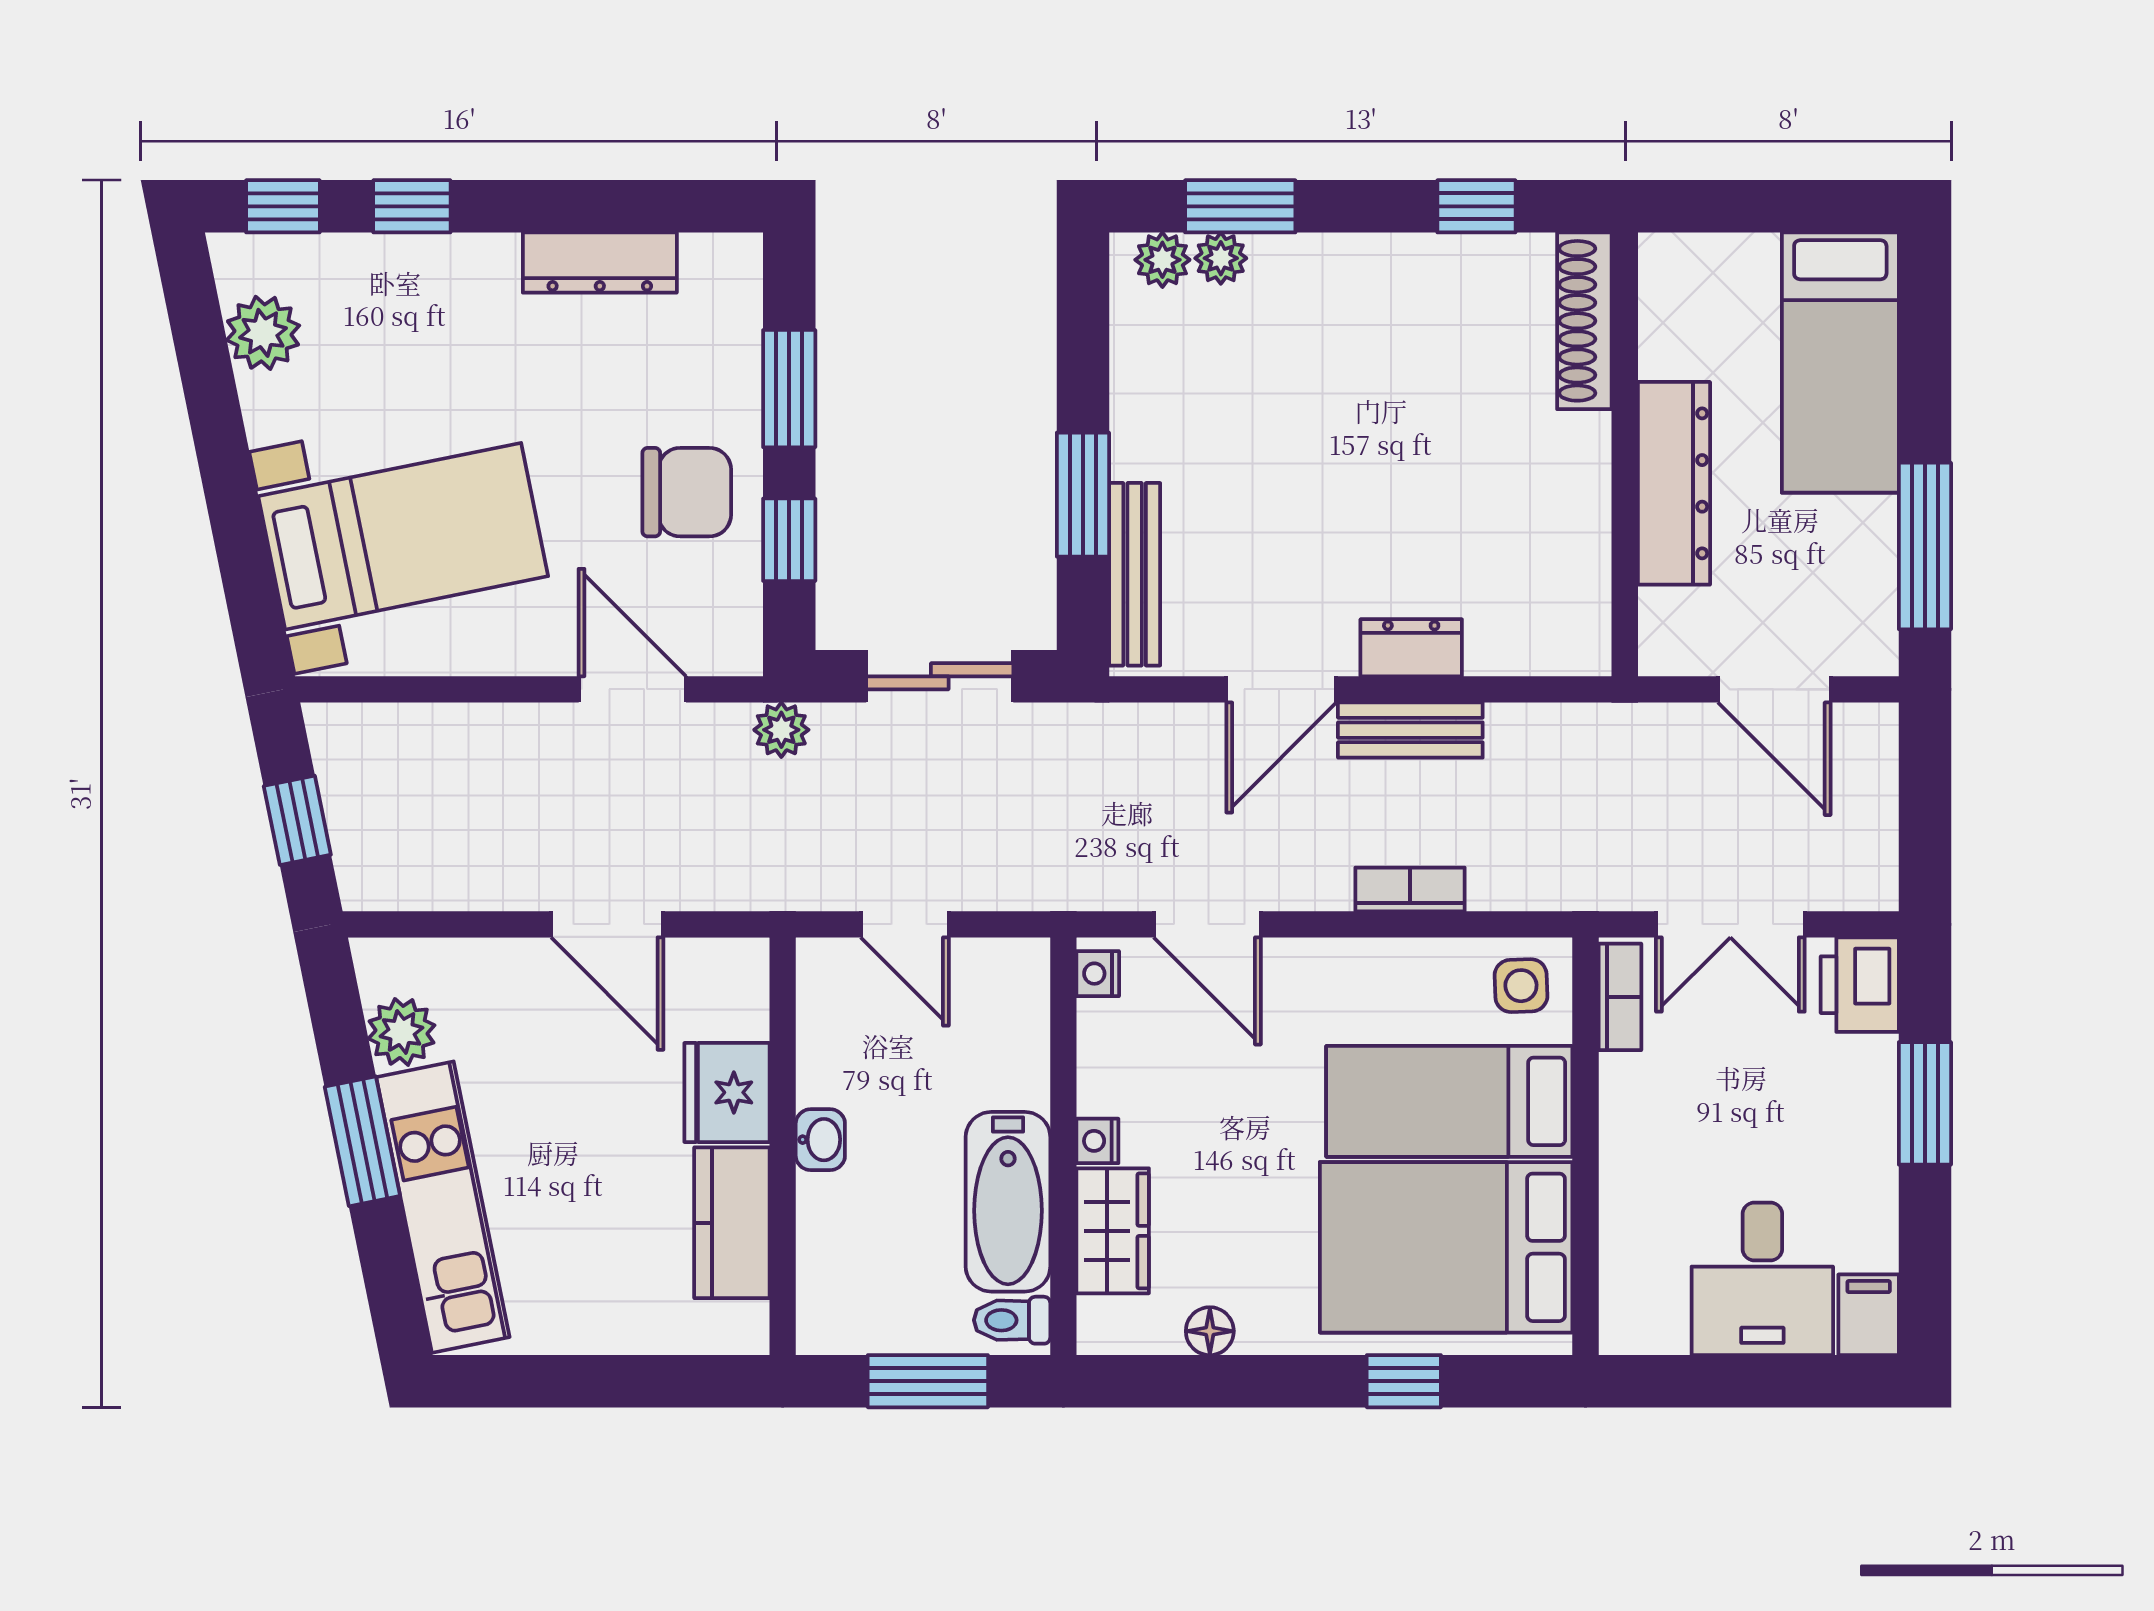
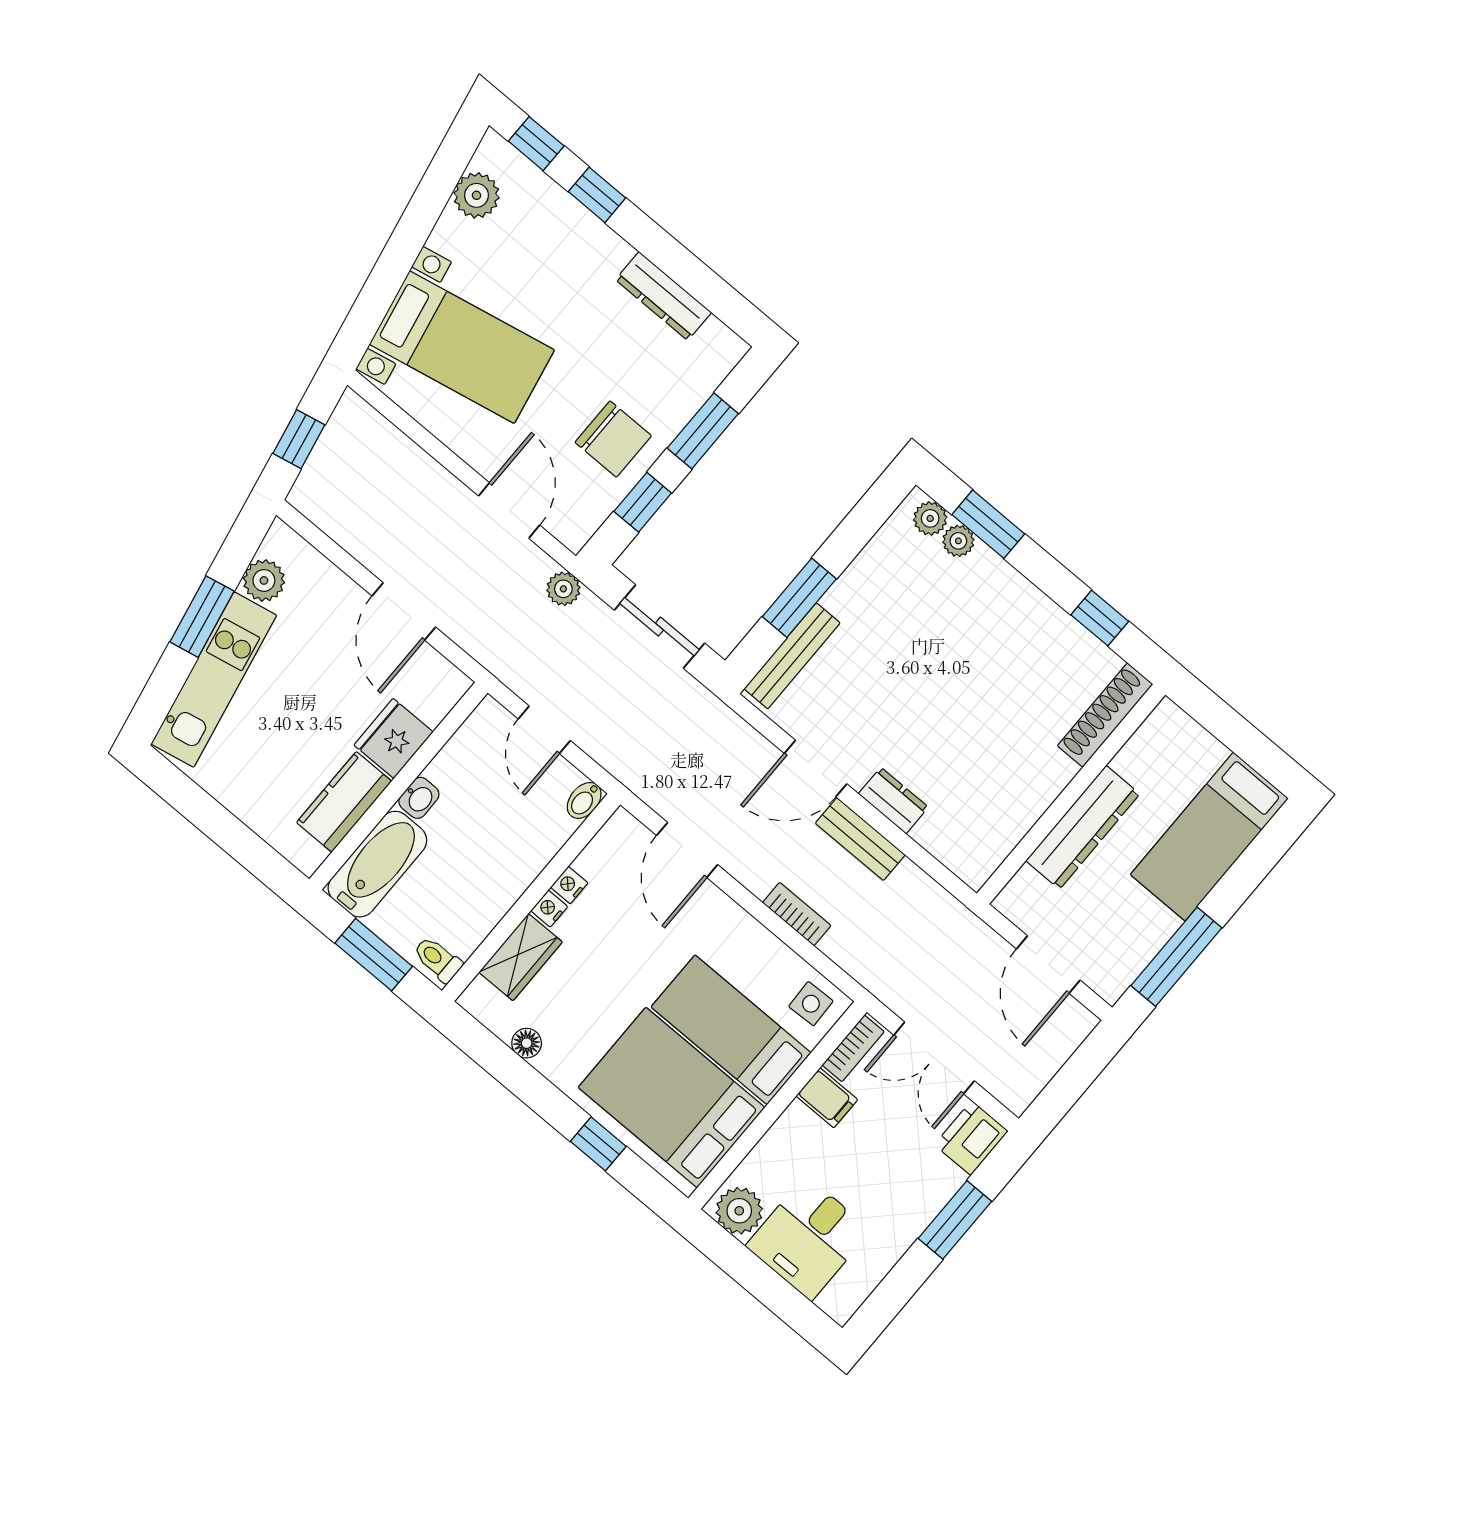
bidet: (1028, 970) -> (584, 800), added
nightstand: (1098, 974) -> (569, 885), moved
bathtub: (1008, 1202) -> (377, 864), moved, turned 180
filing cabinet: (1869, 1315) -> (827, 1098), moved, turned 90
plant: (1648, 1317) -> (739, 1211), added

